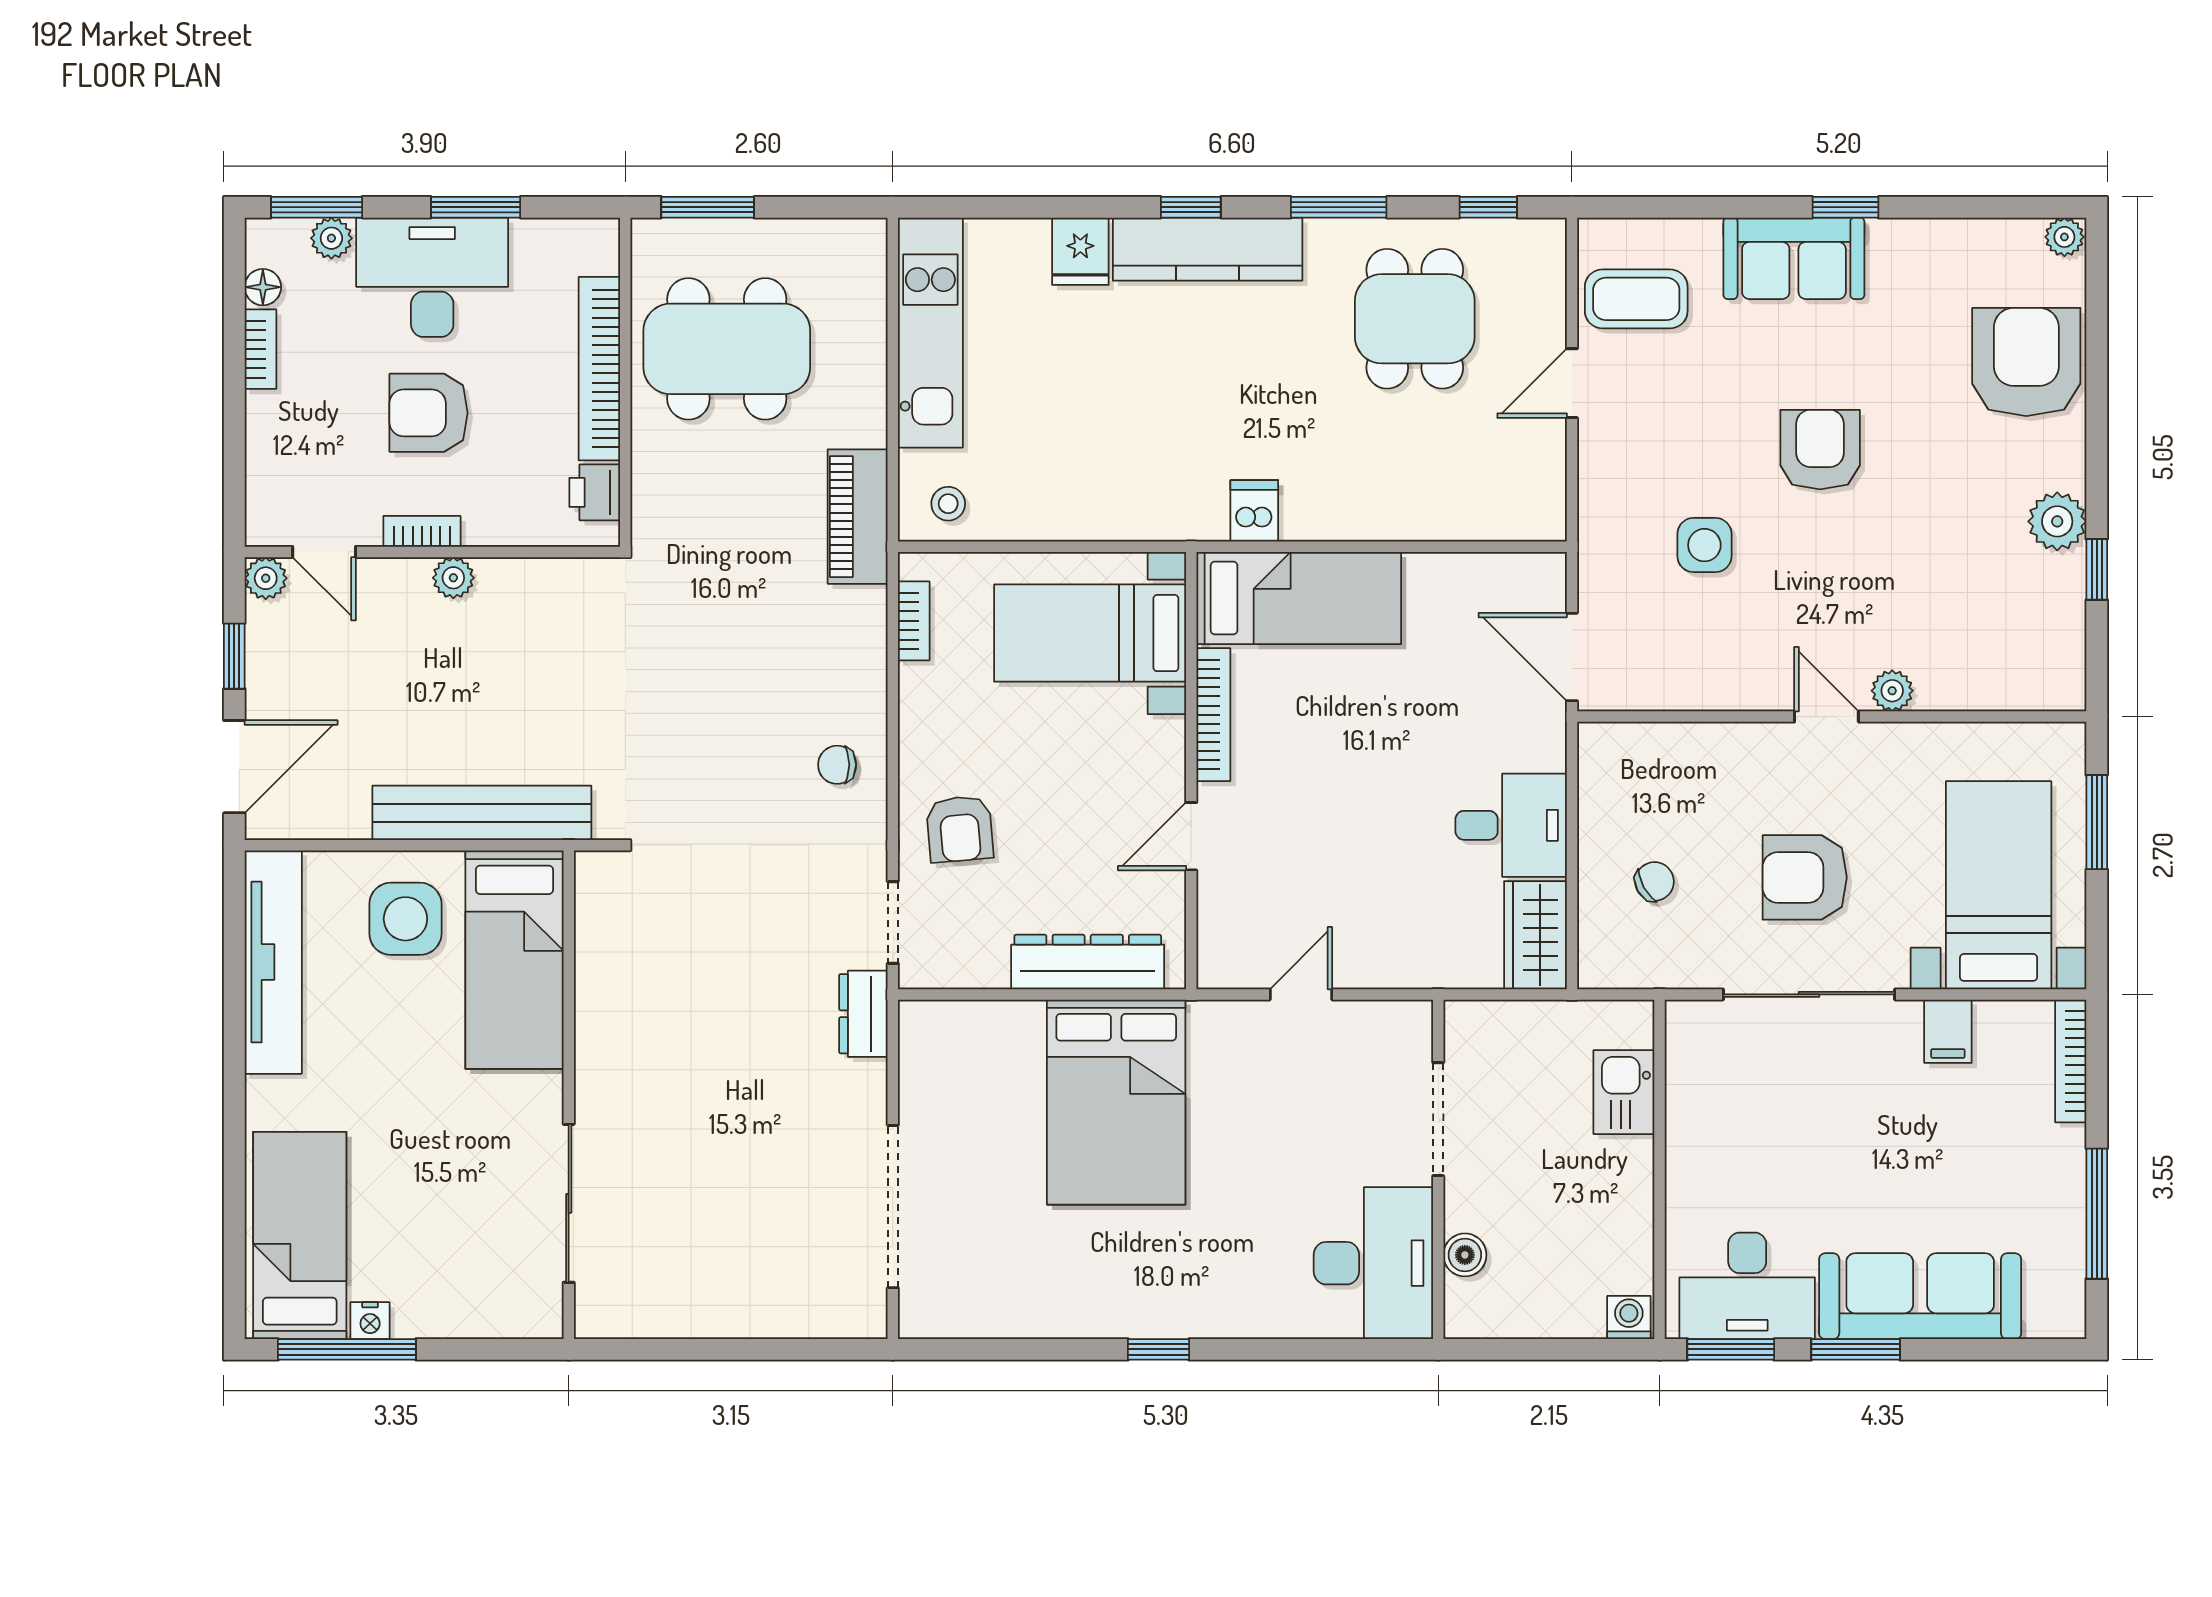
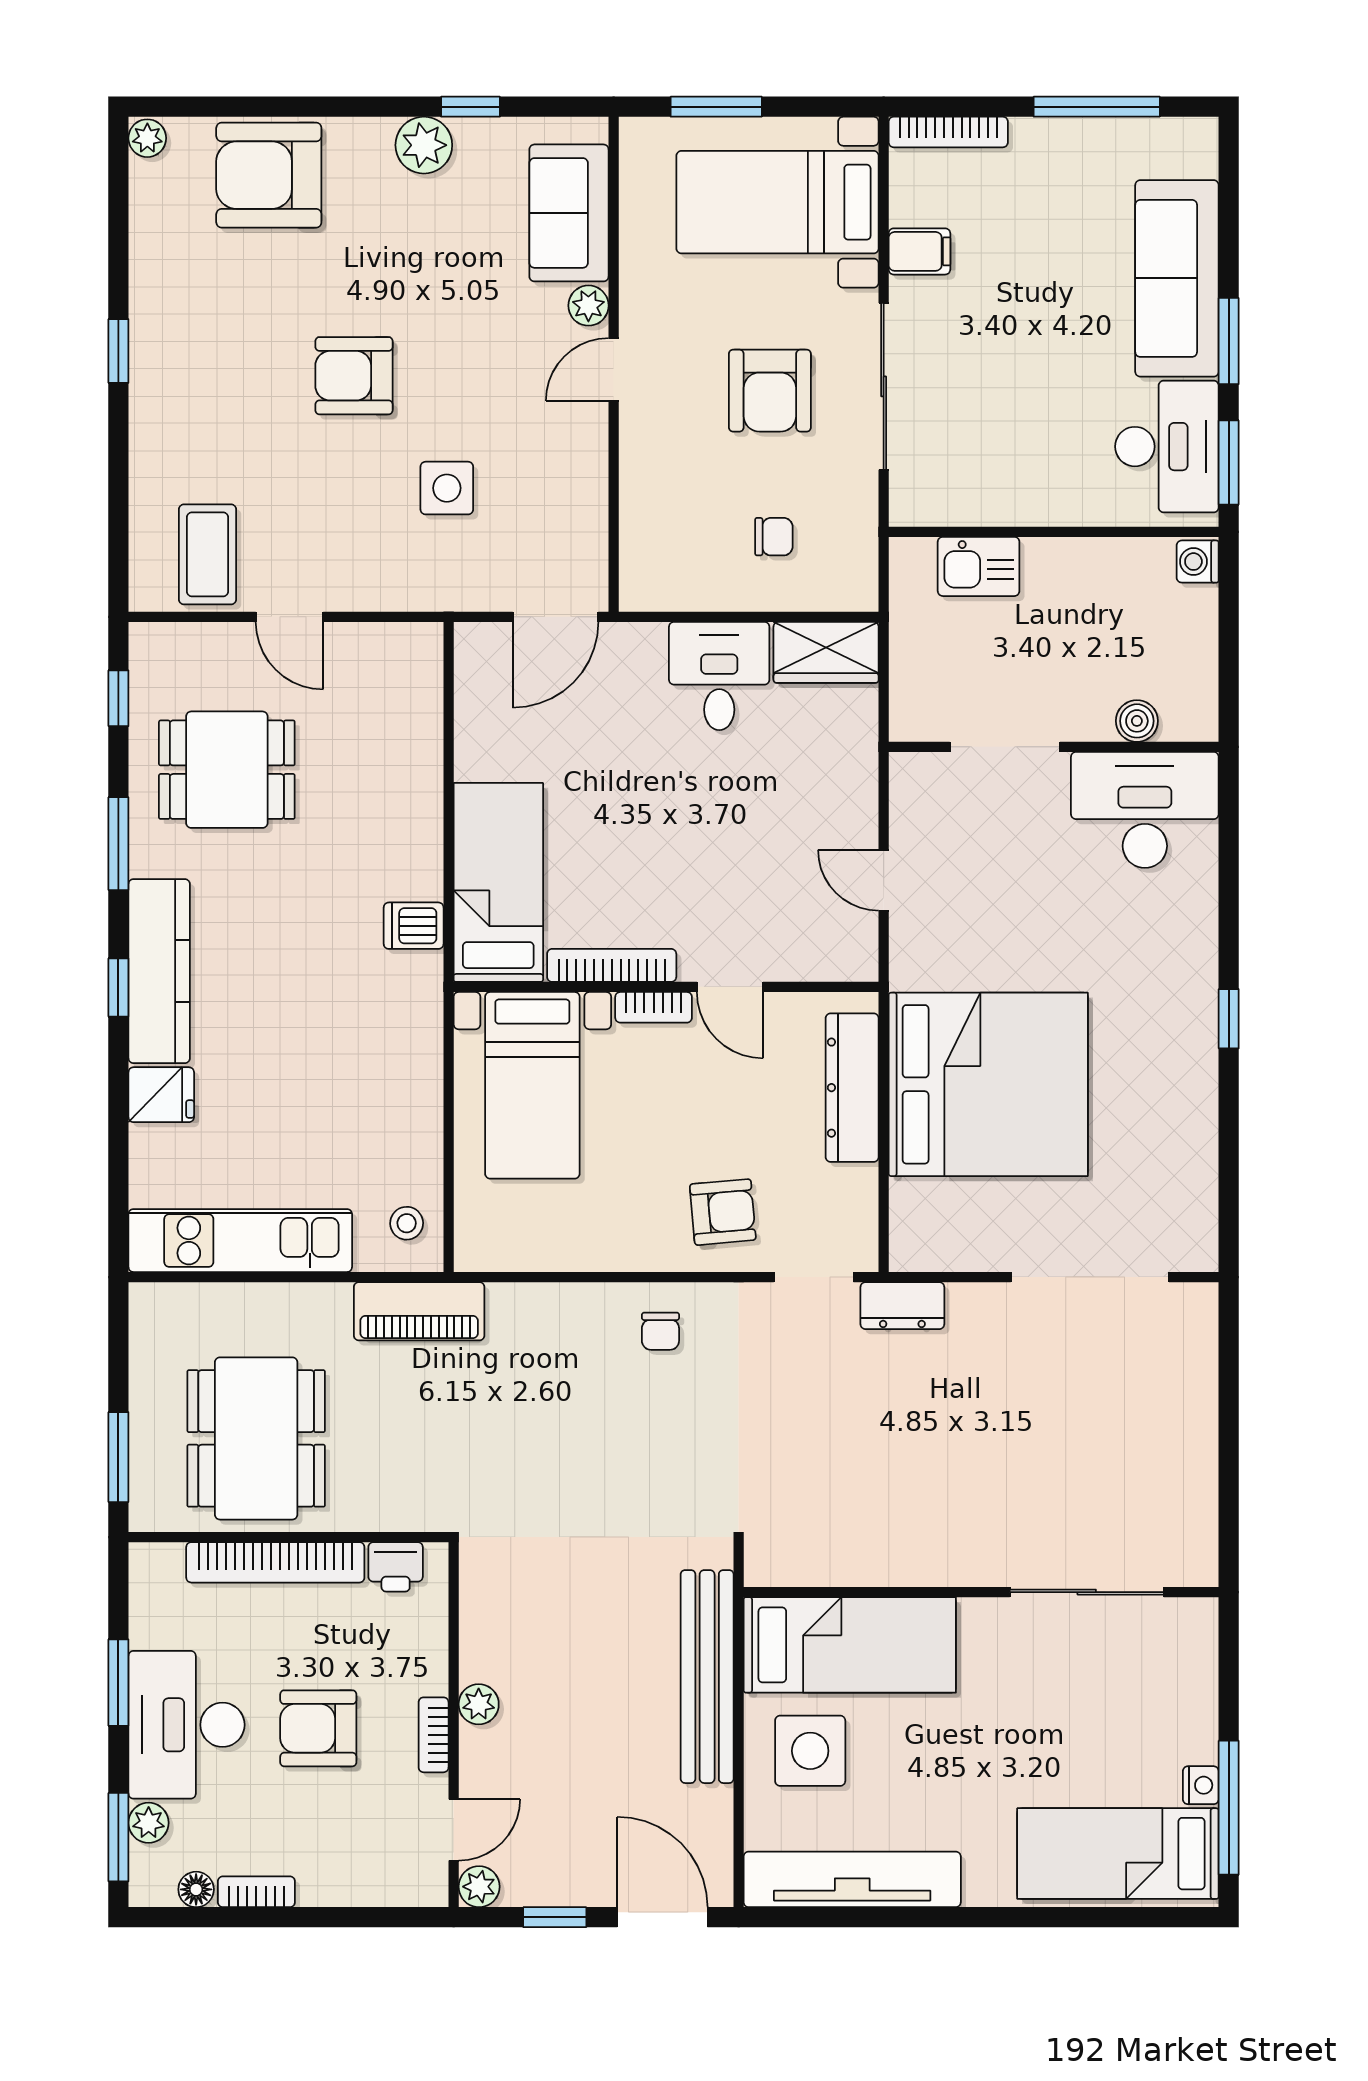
sofa: (1794, 258) -> (569, 213), moved, turned 180
armchair: (429, 413) -> (318, 1728), turned 90
bookcase: (914, 621) -> (654, 1007), moved, turned 180
chair: (1654, 881) -> (774, 537), turned 119
bed: (1116, 1102) -> (988, 1084), width x1.36

